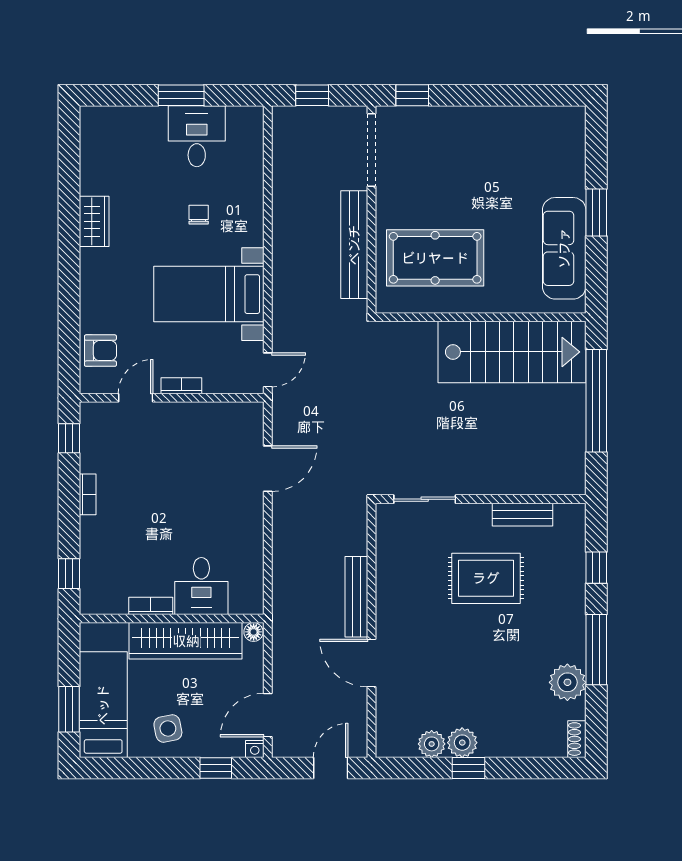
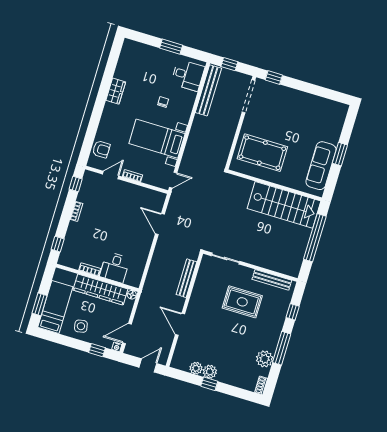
desk: (197, 136) -> (188, 75), moved, turned 90
bench: (354, 245) -> (208, 90), moved
door: (268, 469) -> (160, 224), swing flipped
bench: (522, 515) -> (272, 280), width x1.36
bench: (356, 597) -> (187, 278), moved

